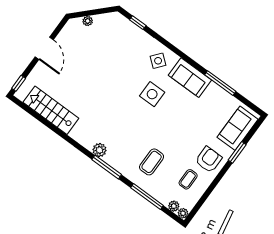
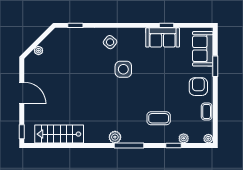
sofa: (190, 78) -> (163, 37), moved
window: (220, 83) -> (166, 25), width x0.46
coffee table: (152, 162) -> (159, 118), turned 90
coffee table: (188, 179) -> (207, 112), moved
window: (147, 197) -> (174, 146), width x0.46
plant: (174, 206) -> (184, 138), moved

